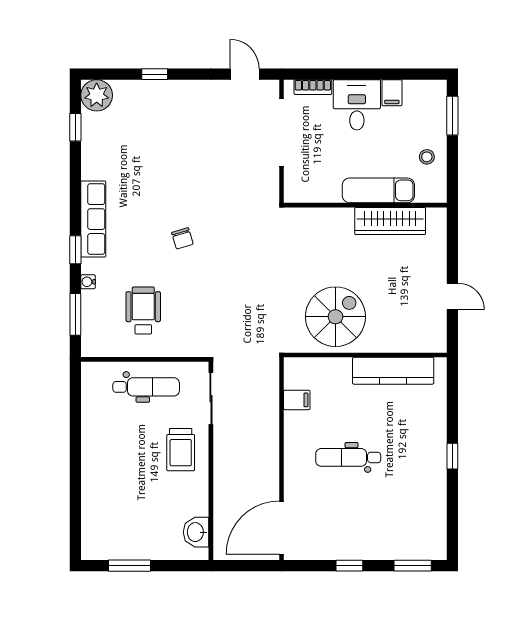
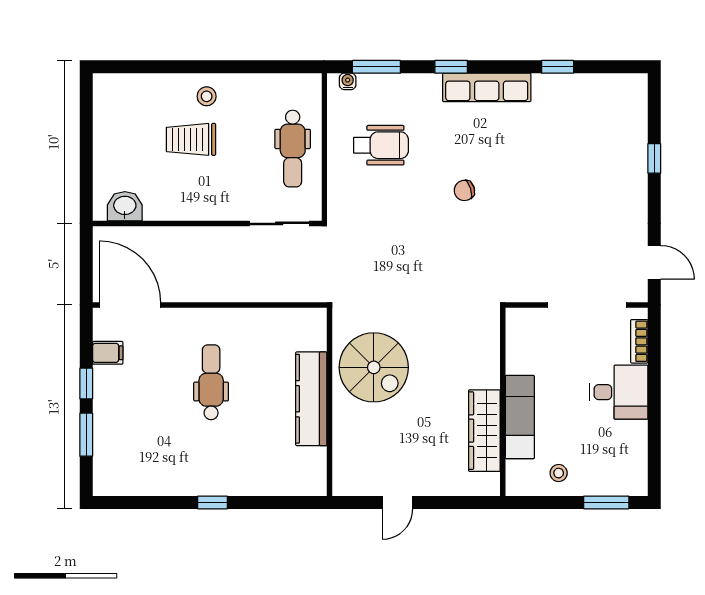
door: (245, 74) -> (654, 262), hinge flipped
filing cabinet: (392, 93) -> (633, 433), removed
plant: (97, 95) -> (630, 91), removed
window: (75, 127) -> (558, 67), moved
water cooler: (88, 282) -> (348, 81), moved
kitchen counter: (393, 371) -> (311, 399), moved
filing cabinet: (297, 400) -> (108, 353), moved, turned -90
trolley: (181, 450) -> (191, 139), moved
stool: (101, 461) -> (207, 96), added
window: (129, 566) -> (86, 129), removed
window: (413, 566) -> (86, 435), moved

